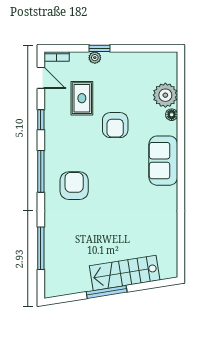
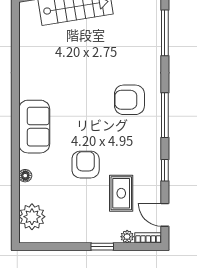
plant: (95, 58) -> (127, 237), moved
plant: (165, 95) -> (32, 217), moved
armchair: (74, 186) -> (129, 100), turned 90

